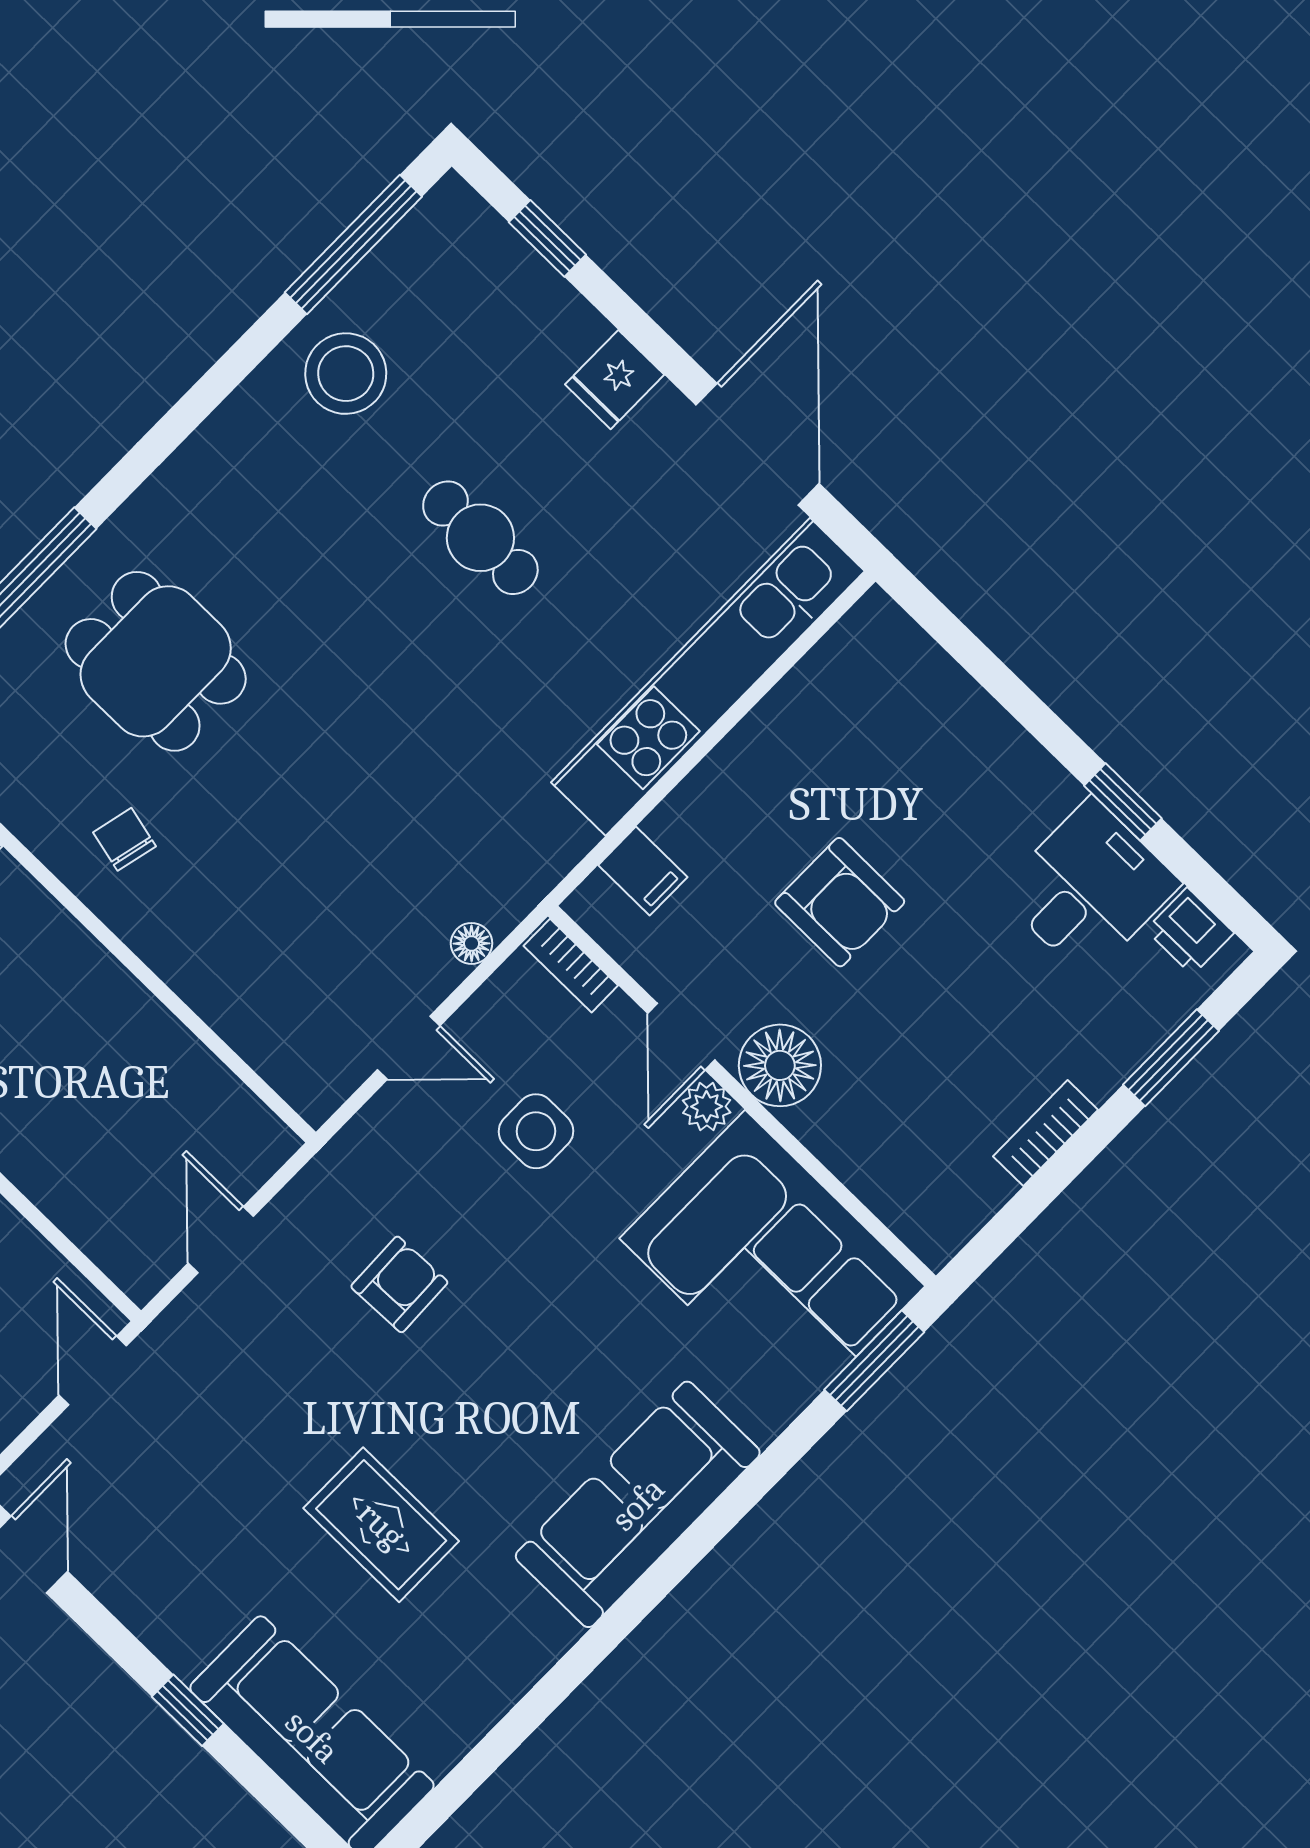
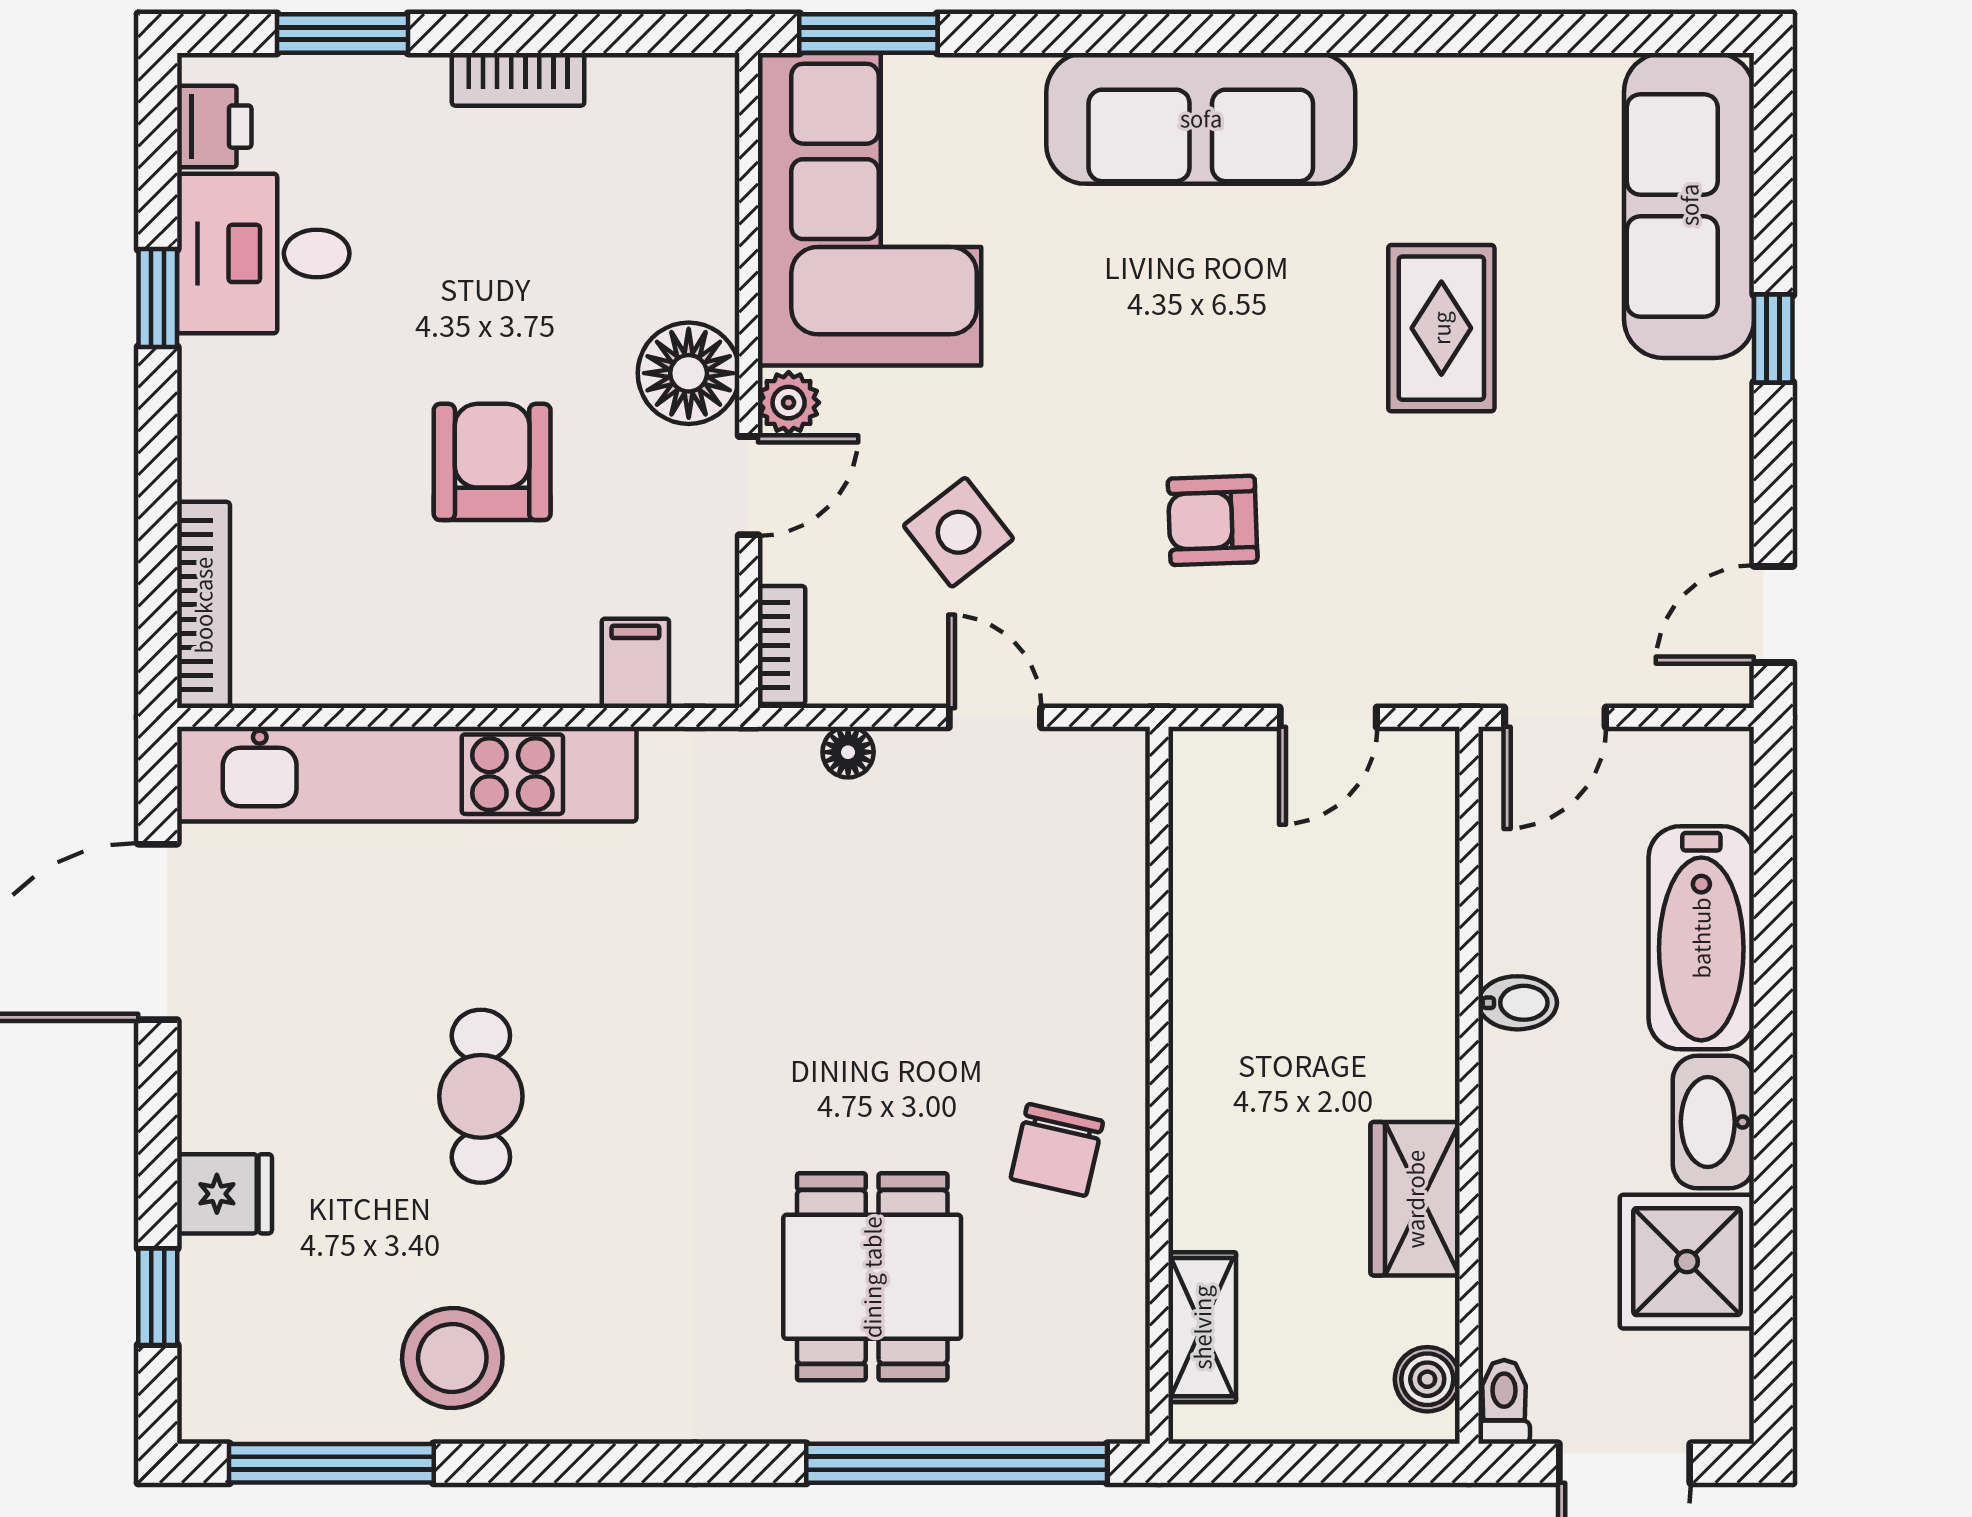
fridge: (615, 380) -> (224, 1194), moved
bookcase: (920, 655) -> (203, 605), added
chair: (125, 839) -> (1057, 1150), width x1.37, depth x1.37
side table: (536, 1131) -> (958, 532), turned -38

